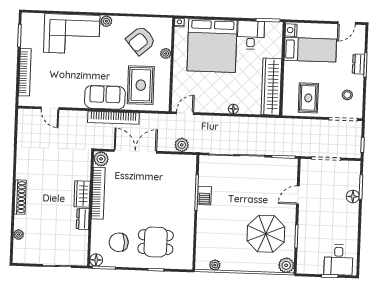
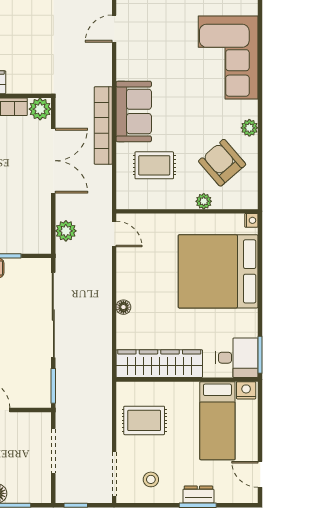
plant: (106, 21) -> (249, 128), moved
desk: (251, 35) -> (237, 358), moved
rug: (141, 85) -> (154, 165), width x0.73, depth x0.70

